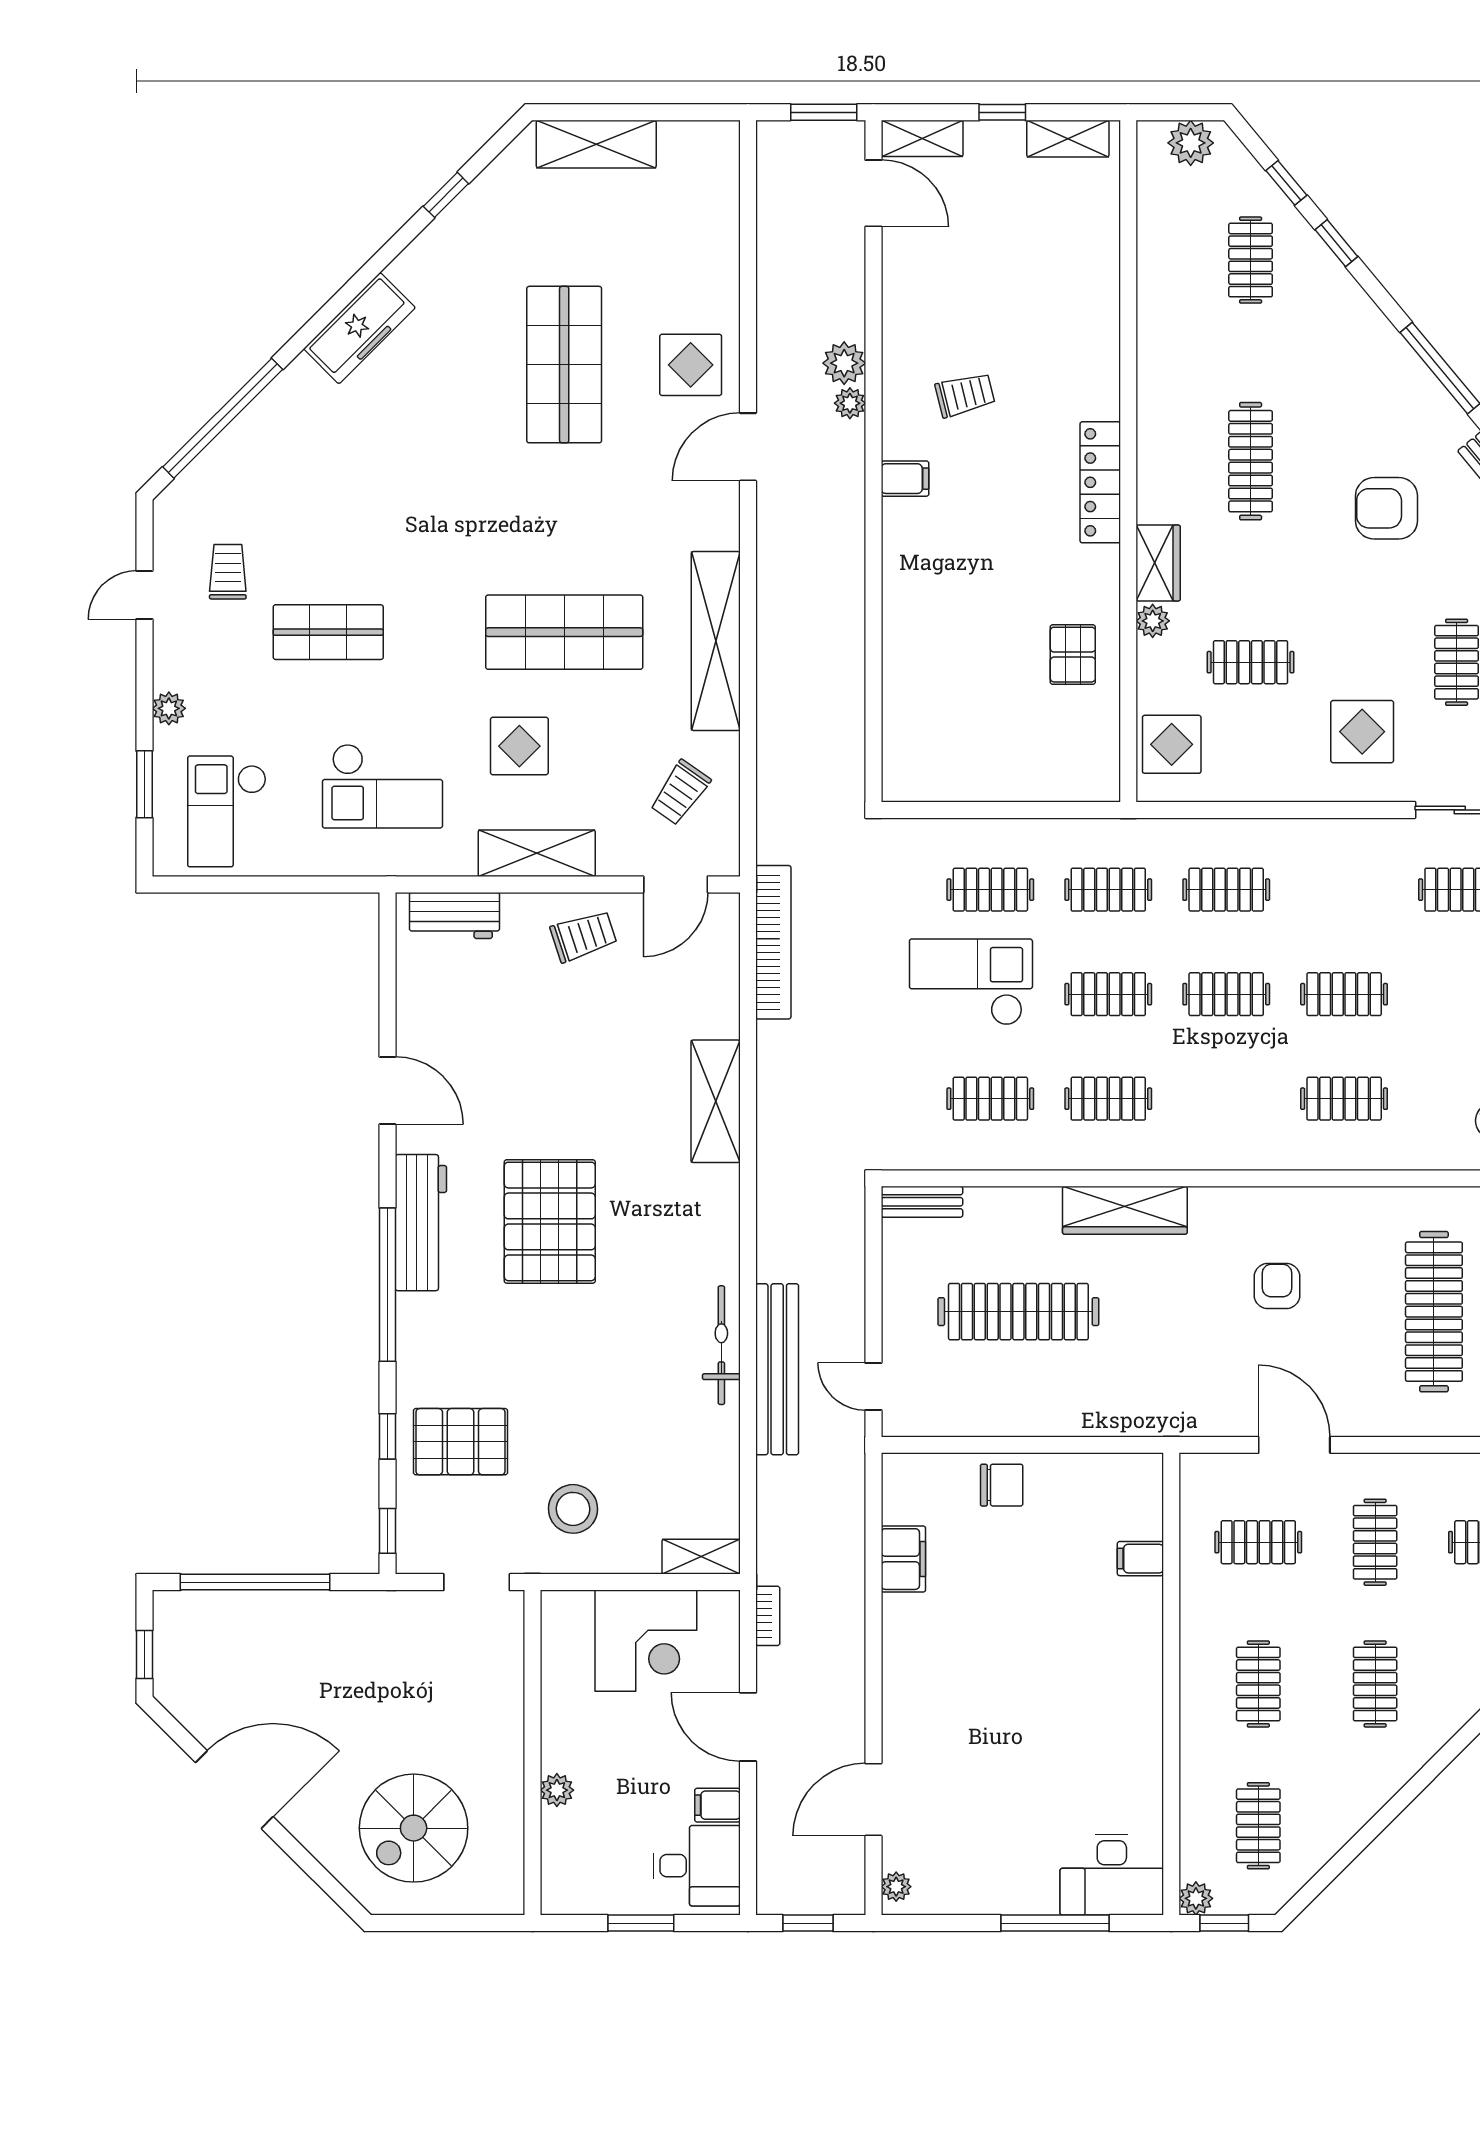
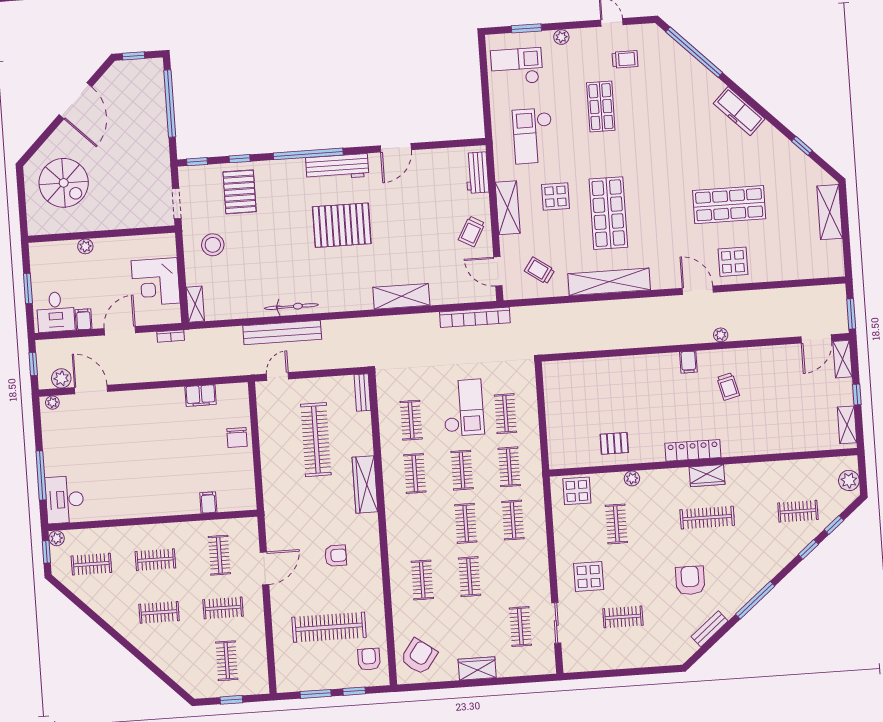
plant: (844, 363) -> (61, 378), moved
wardrobe: (1158, 563) -> (707, 476), moved
trolley: (583, 936) -> (472, 231), turned 47
spiral stairs: (414, 1828) -> (64, 183), turned 180

